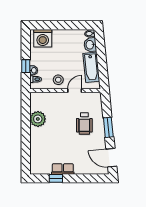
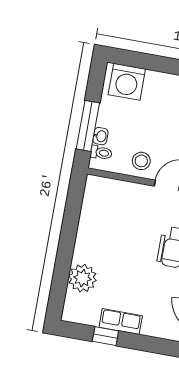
window: (26, 66) -> (88, 126), width x2.17
plant: (38, 119) -> (82, 278), moved

